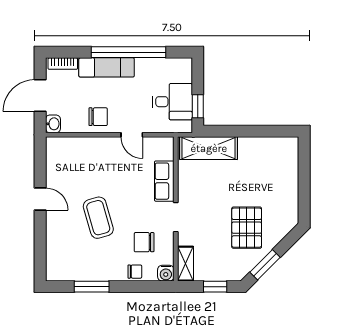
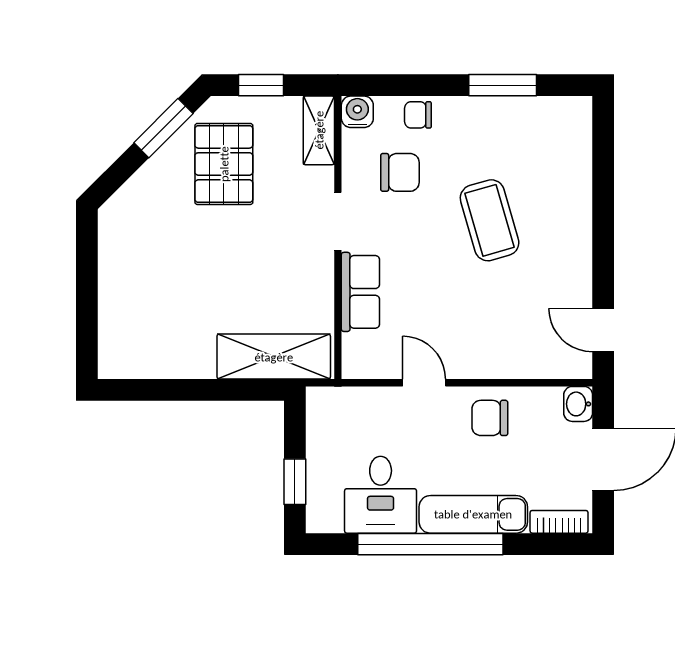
desk: (173, 102) -> (381, 495), moved, turned -90
window: (198, 106) -> (295, 482), moved
door: (40, 199) -> (603, 330), moved
pallet: (247, 228) -> (224, 164), moved

